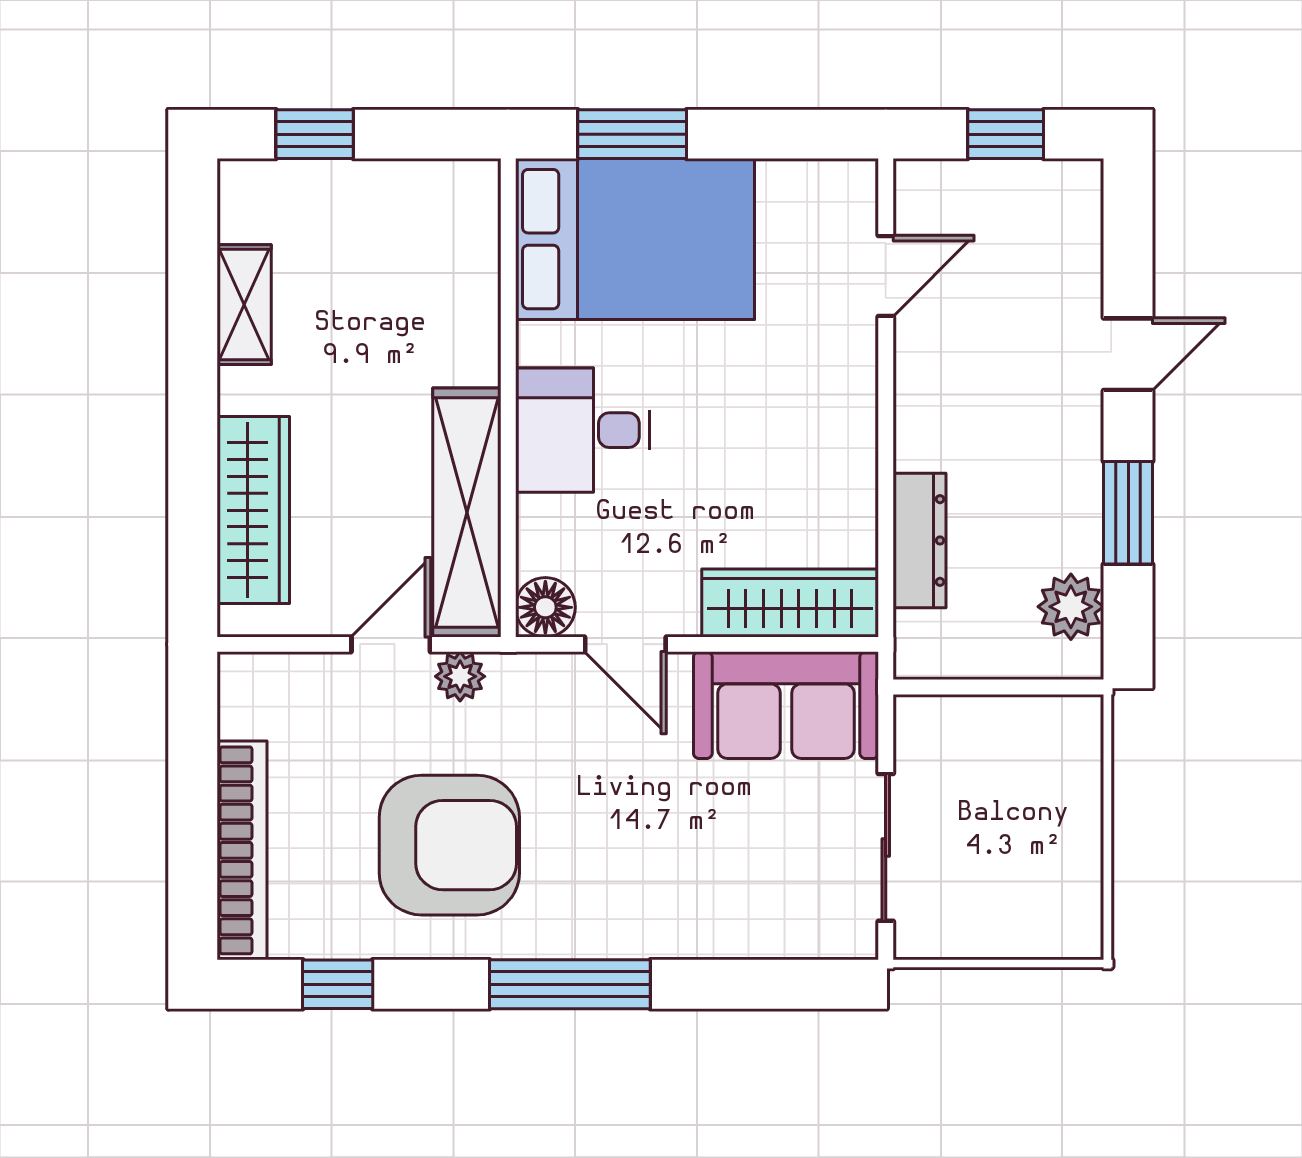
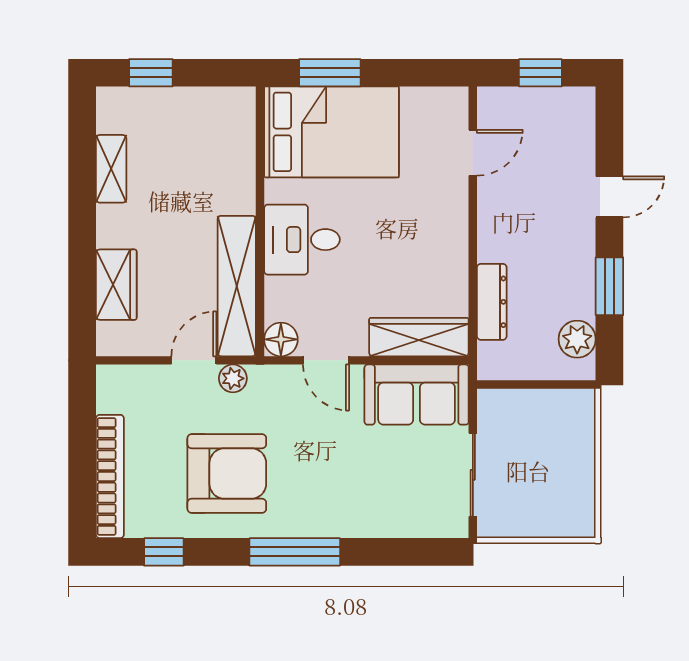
wardrobe: (253, 510) -> (116, 285), width x0.67

